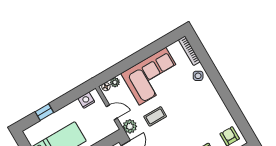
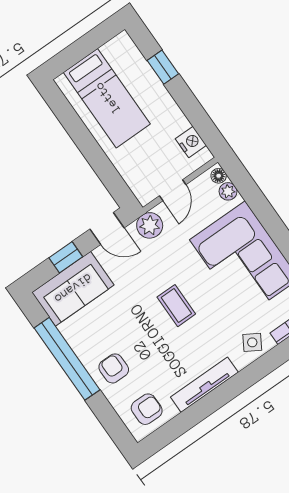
tv unit: (219, 104) -> (204, 385), added
coffee table: (155, 116) -> (176, 306), moved

